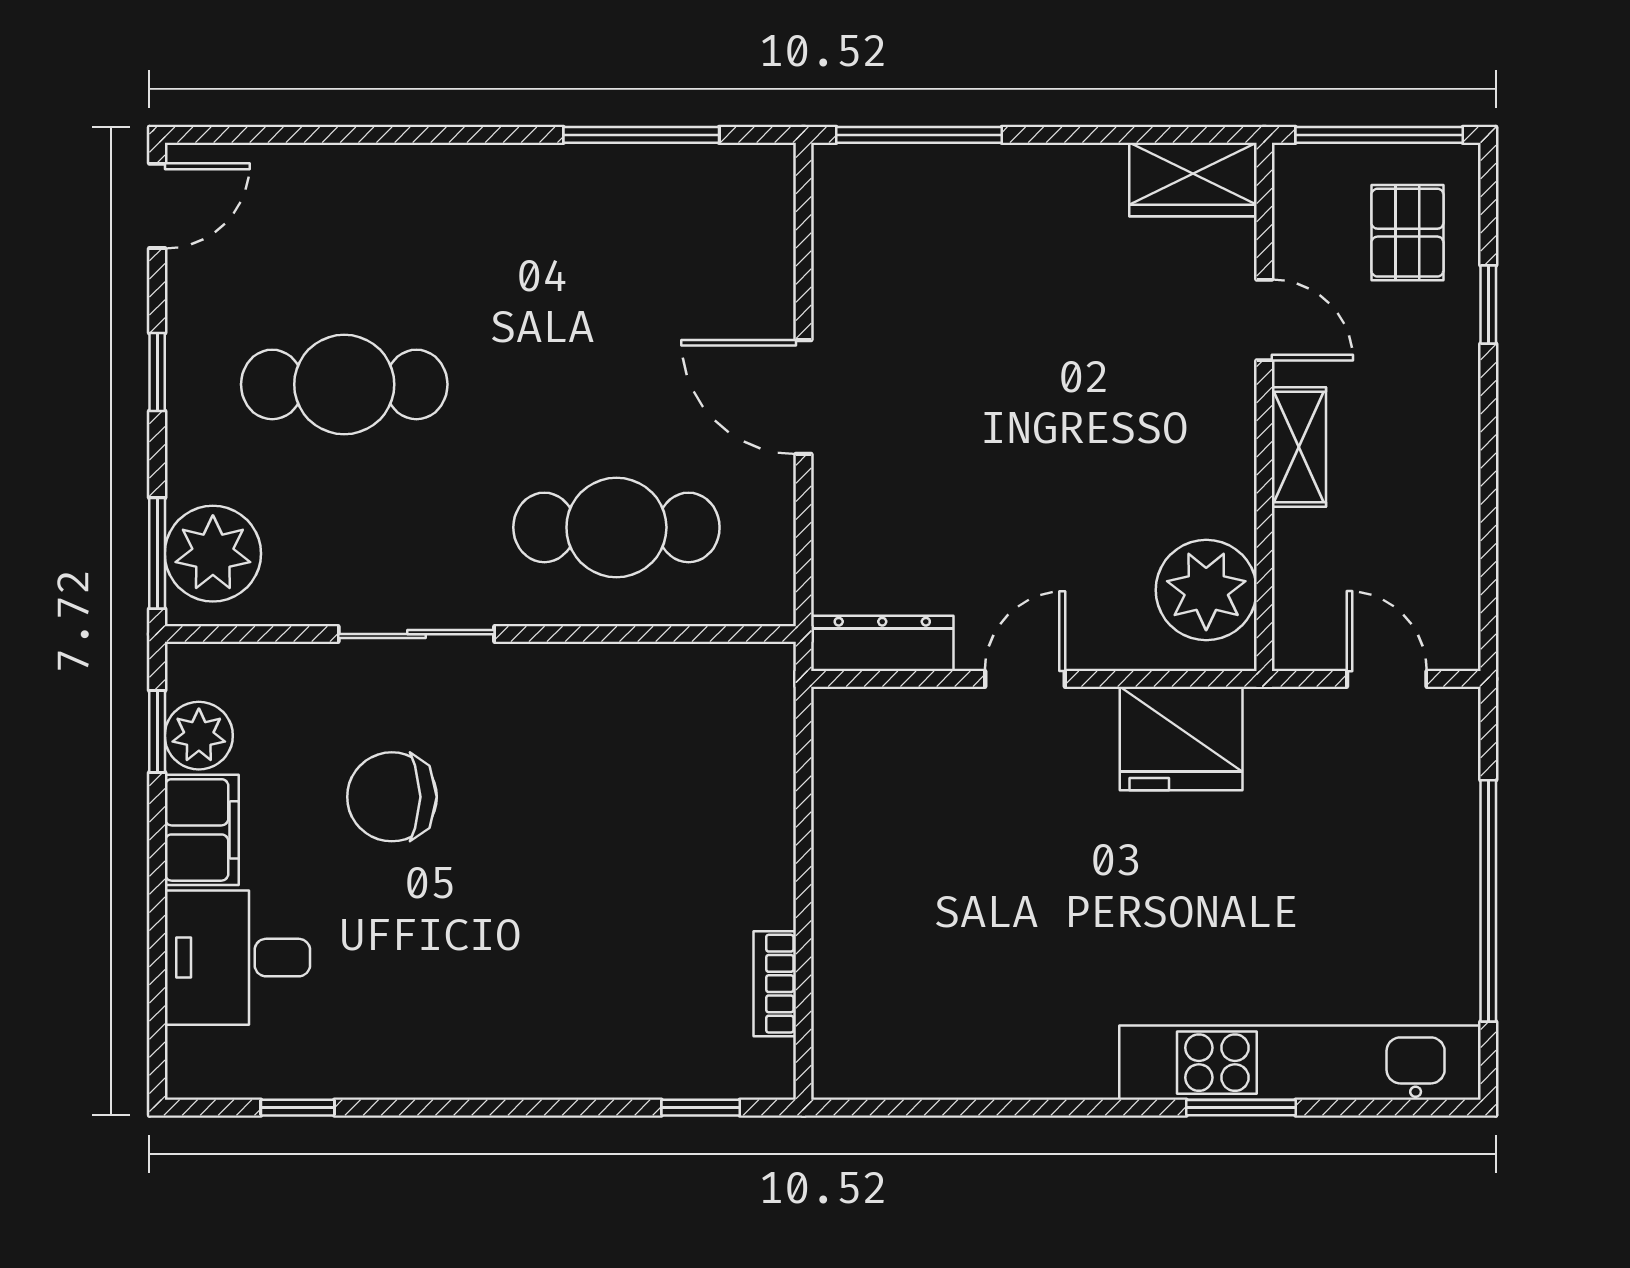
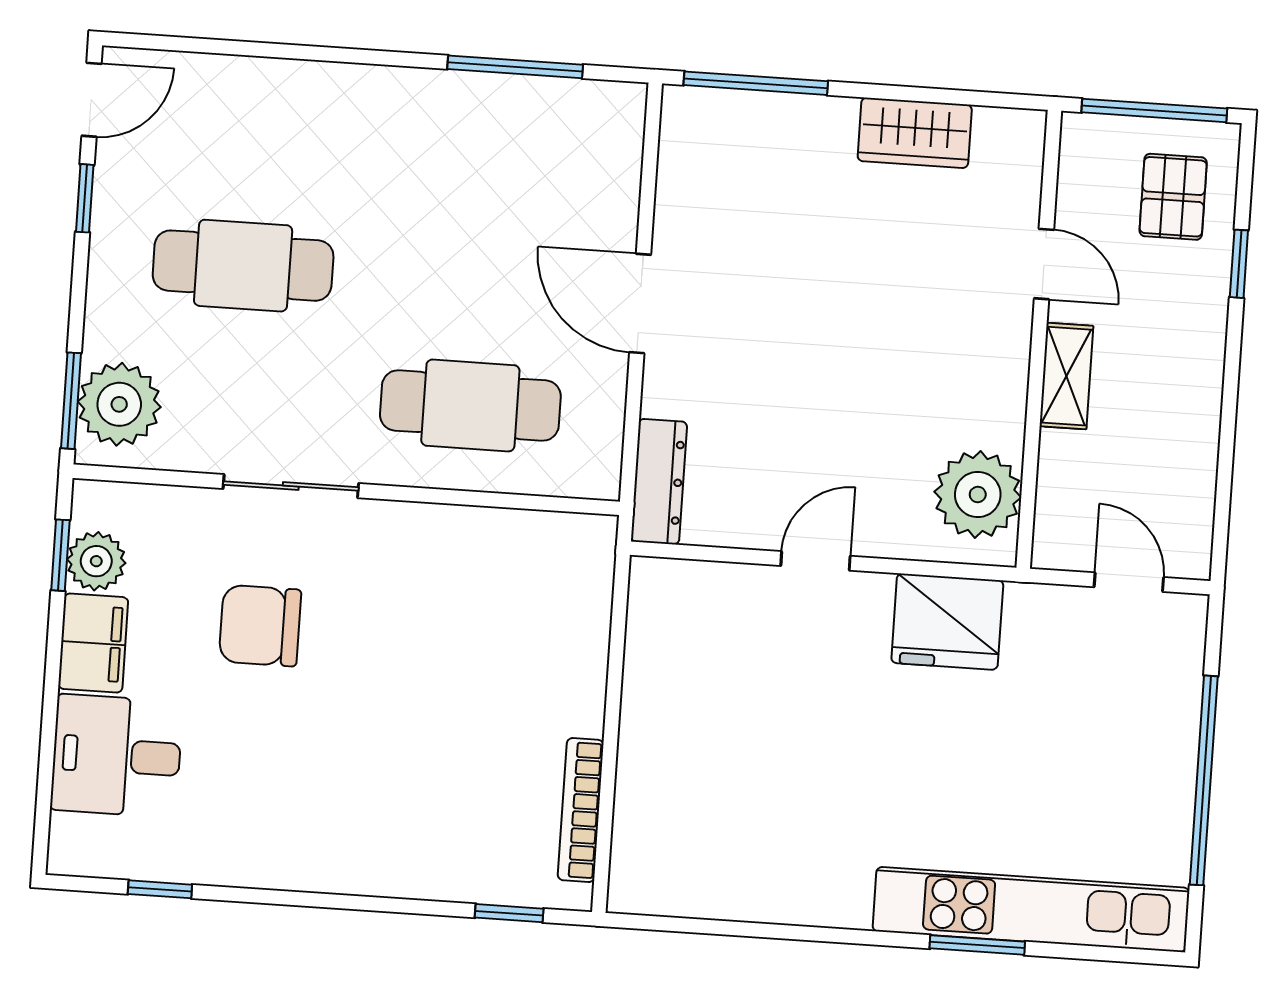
wardrobe: (1193, 179) -> (915, 133), moved
window: (157, 372) -> (85, 198), moved
dresser: (882, 643) -> (659, 482), moved, turned 90
bookcase: (775, 984) -> (581, 810), width x1.56

